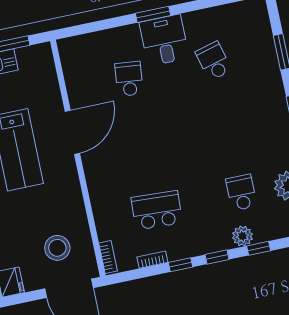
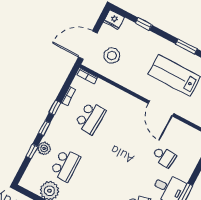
school desk: (241, 192) -> (65, 165), width x1.85

